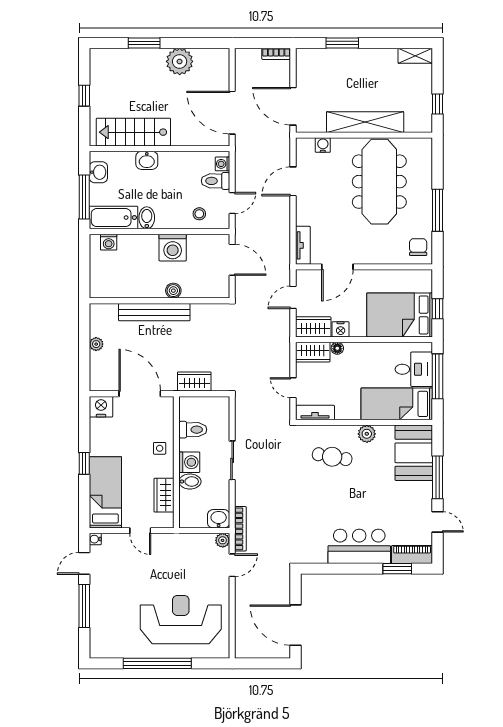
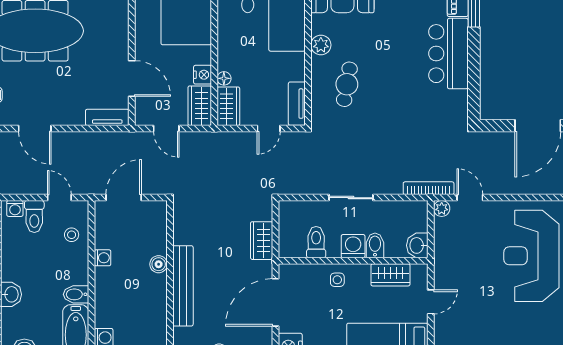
washing machine: (173, 248) -> (103, 258), width x0.53, depth x0.53
washbasin: (219, 519) -> (417, 245), moved

